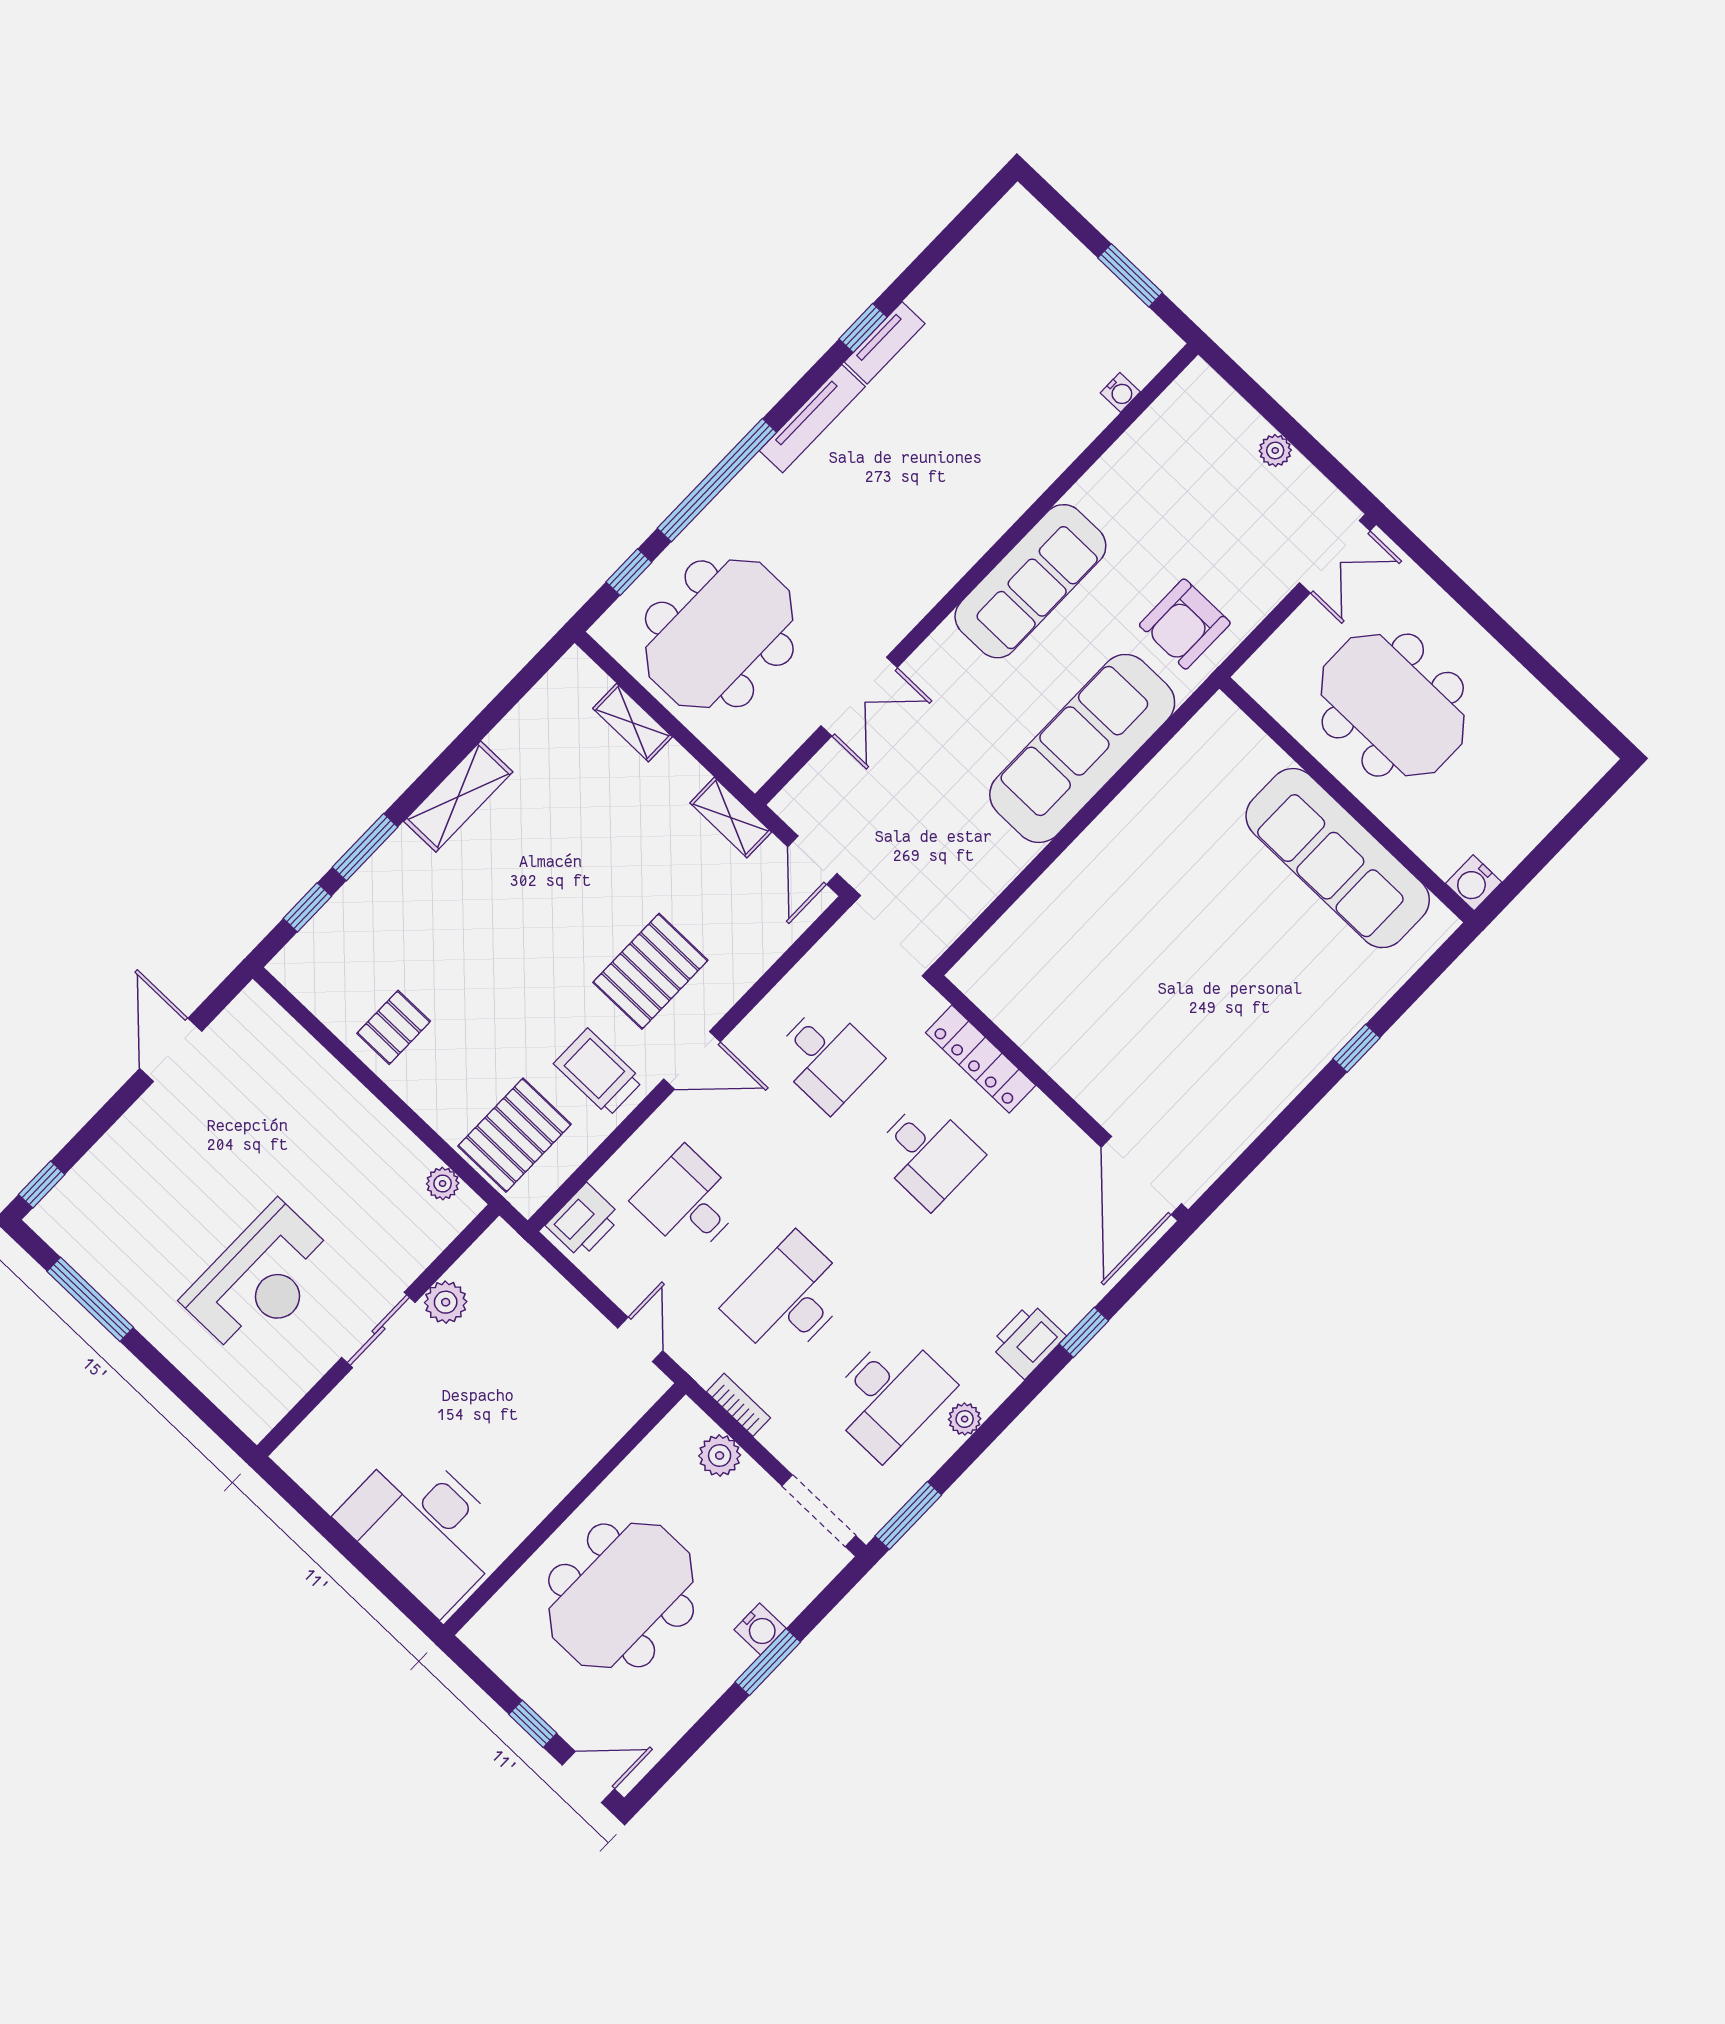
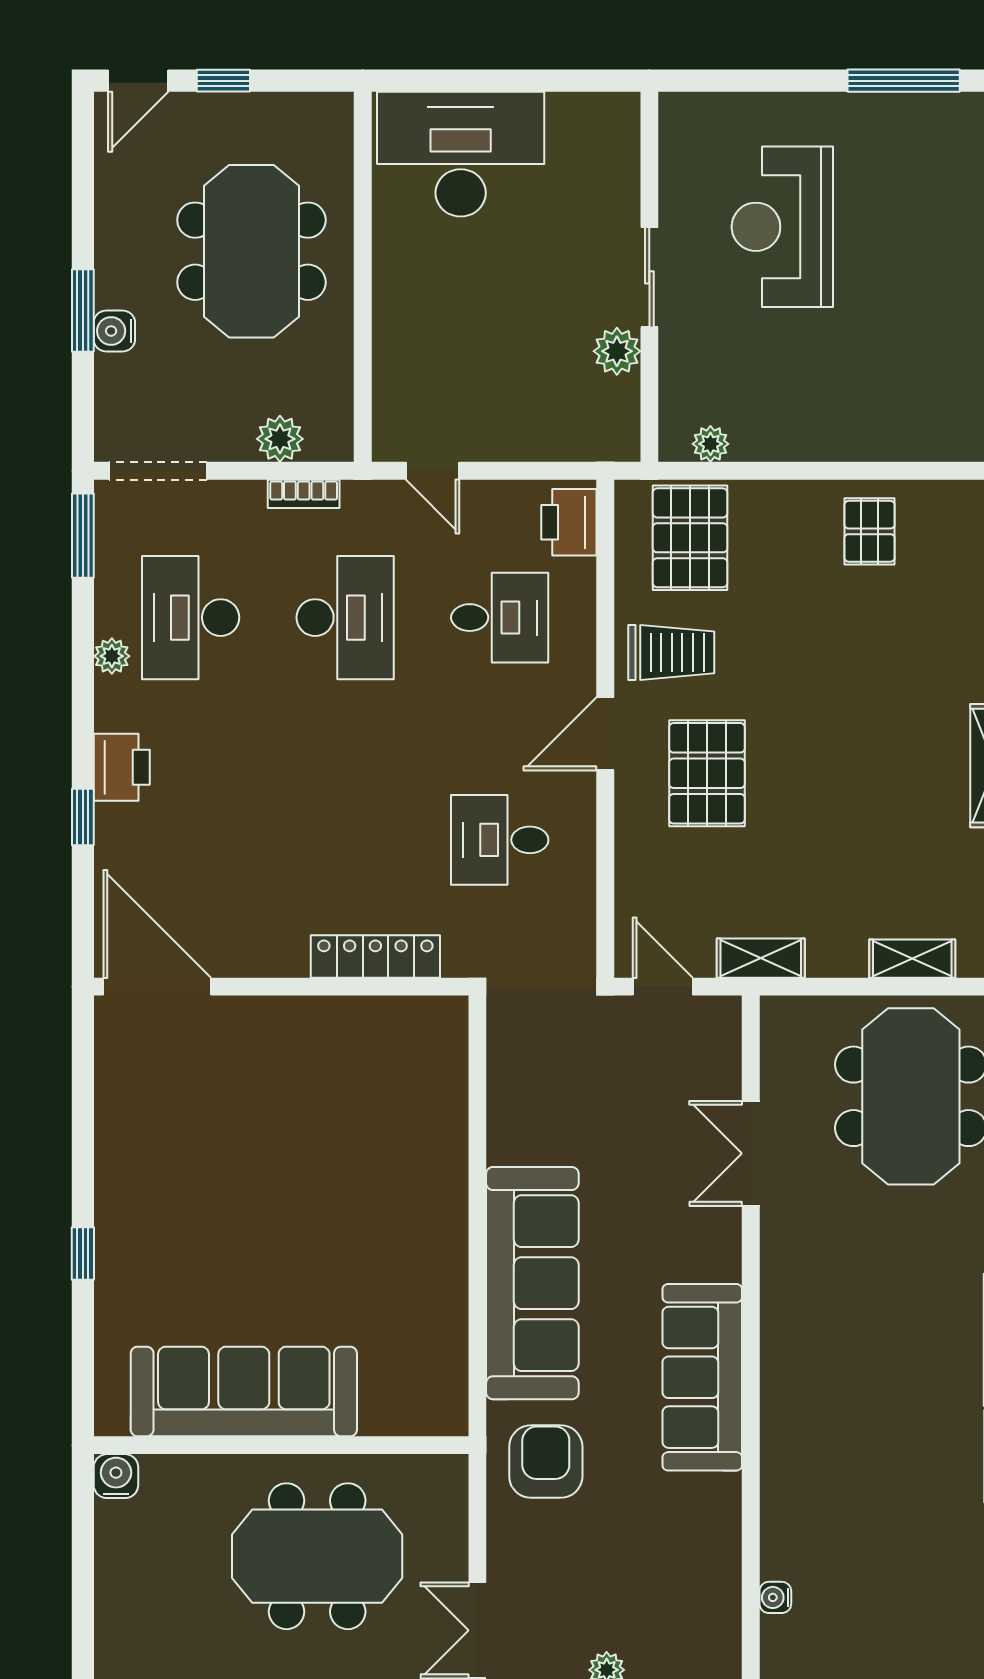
desk: (927, 1154) -> (345, 840), removed

